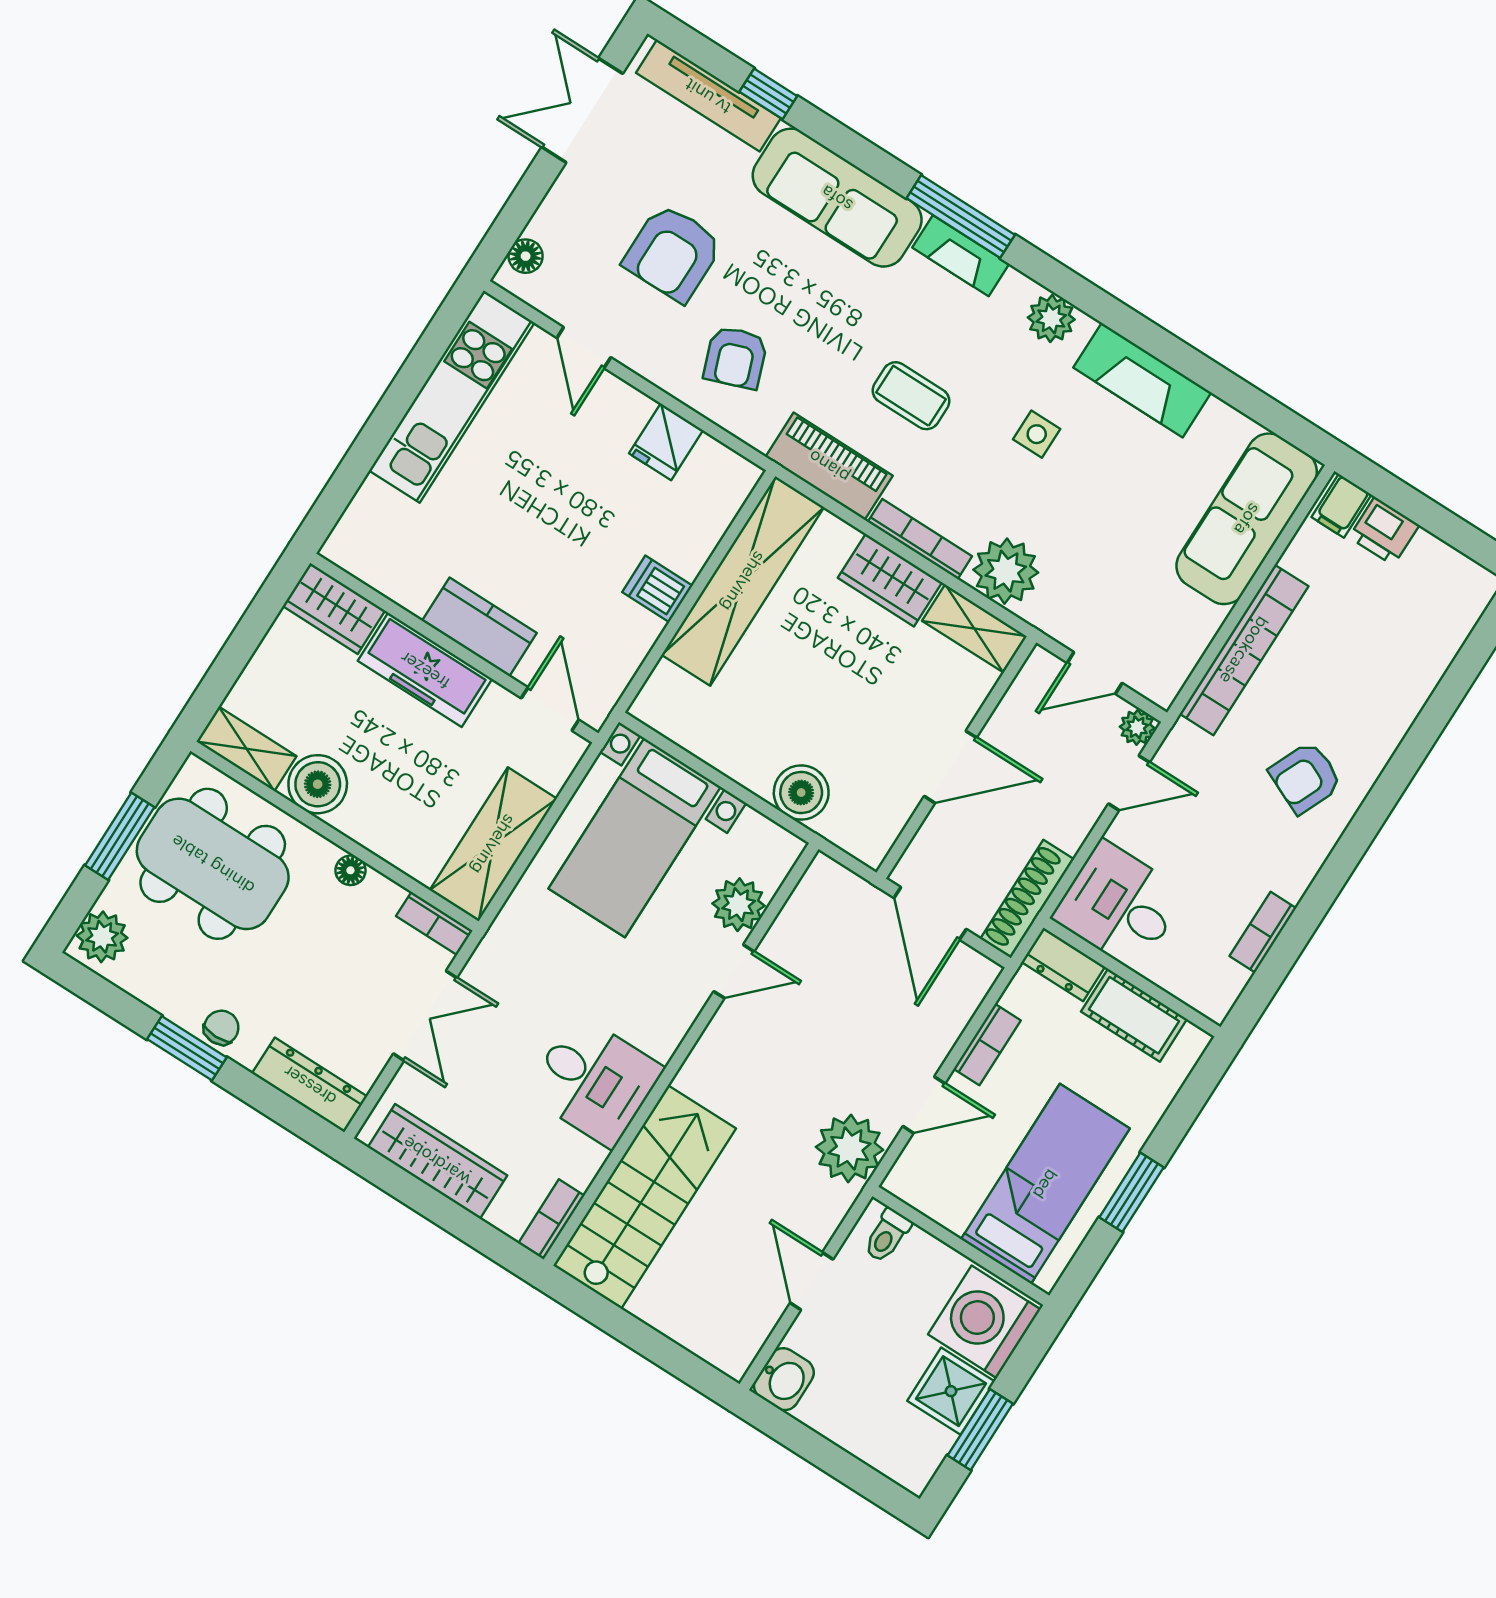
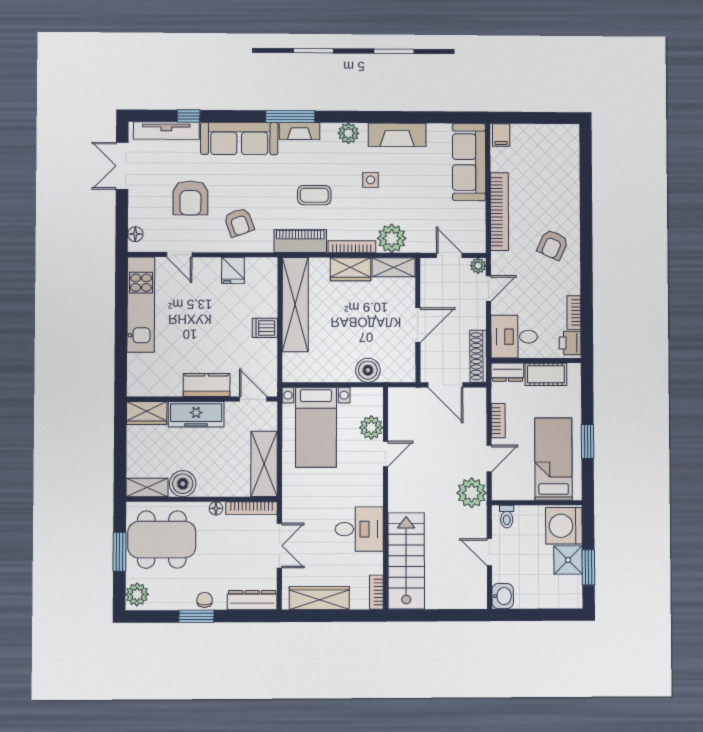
printer: (1384, 531) -> (570, 343), moved, turned 90
door: (1095, 673) -> (449, 255), swing flipped
bookcase: (434, 923) -> (251, 508), width x1.56

